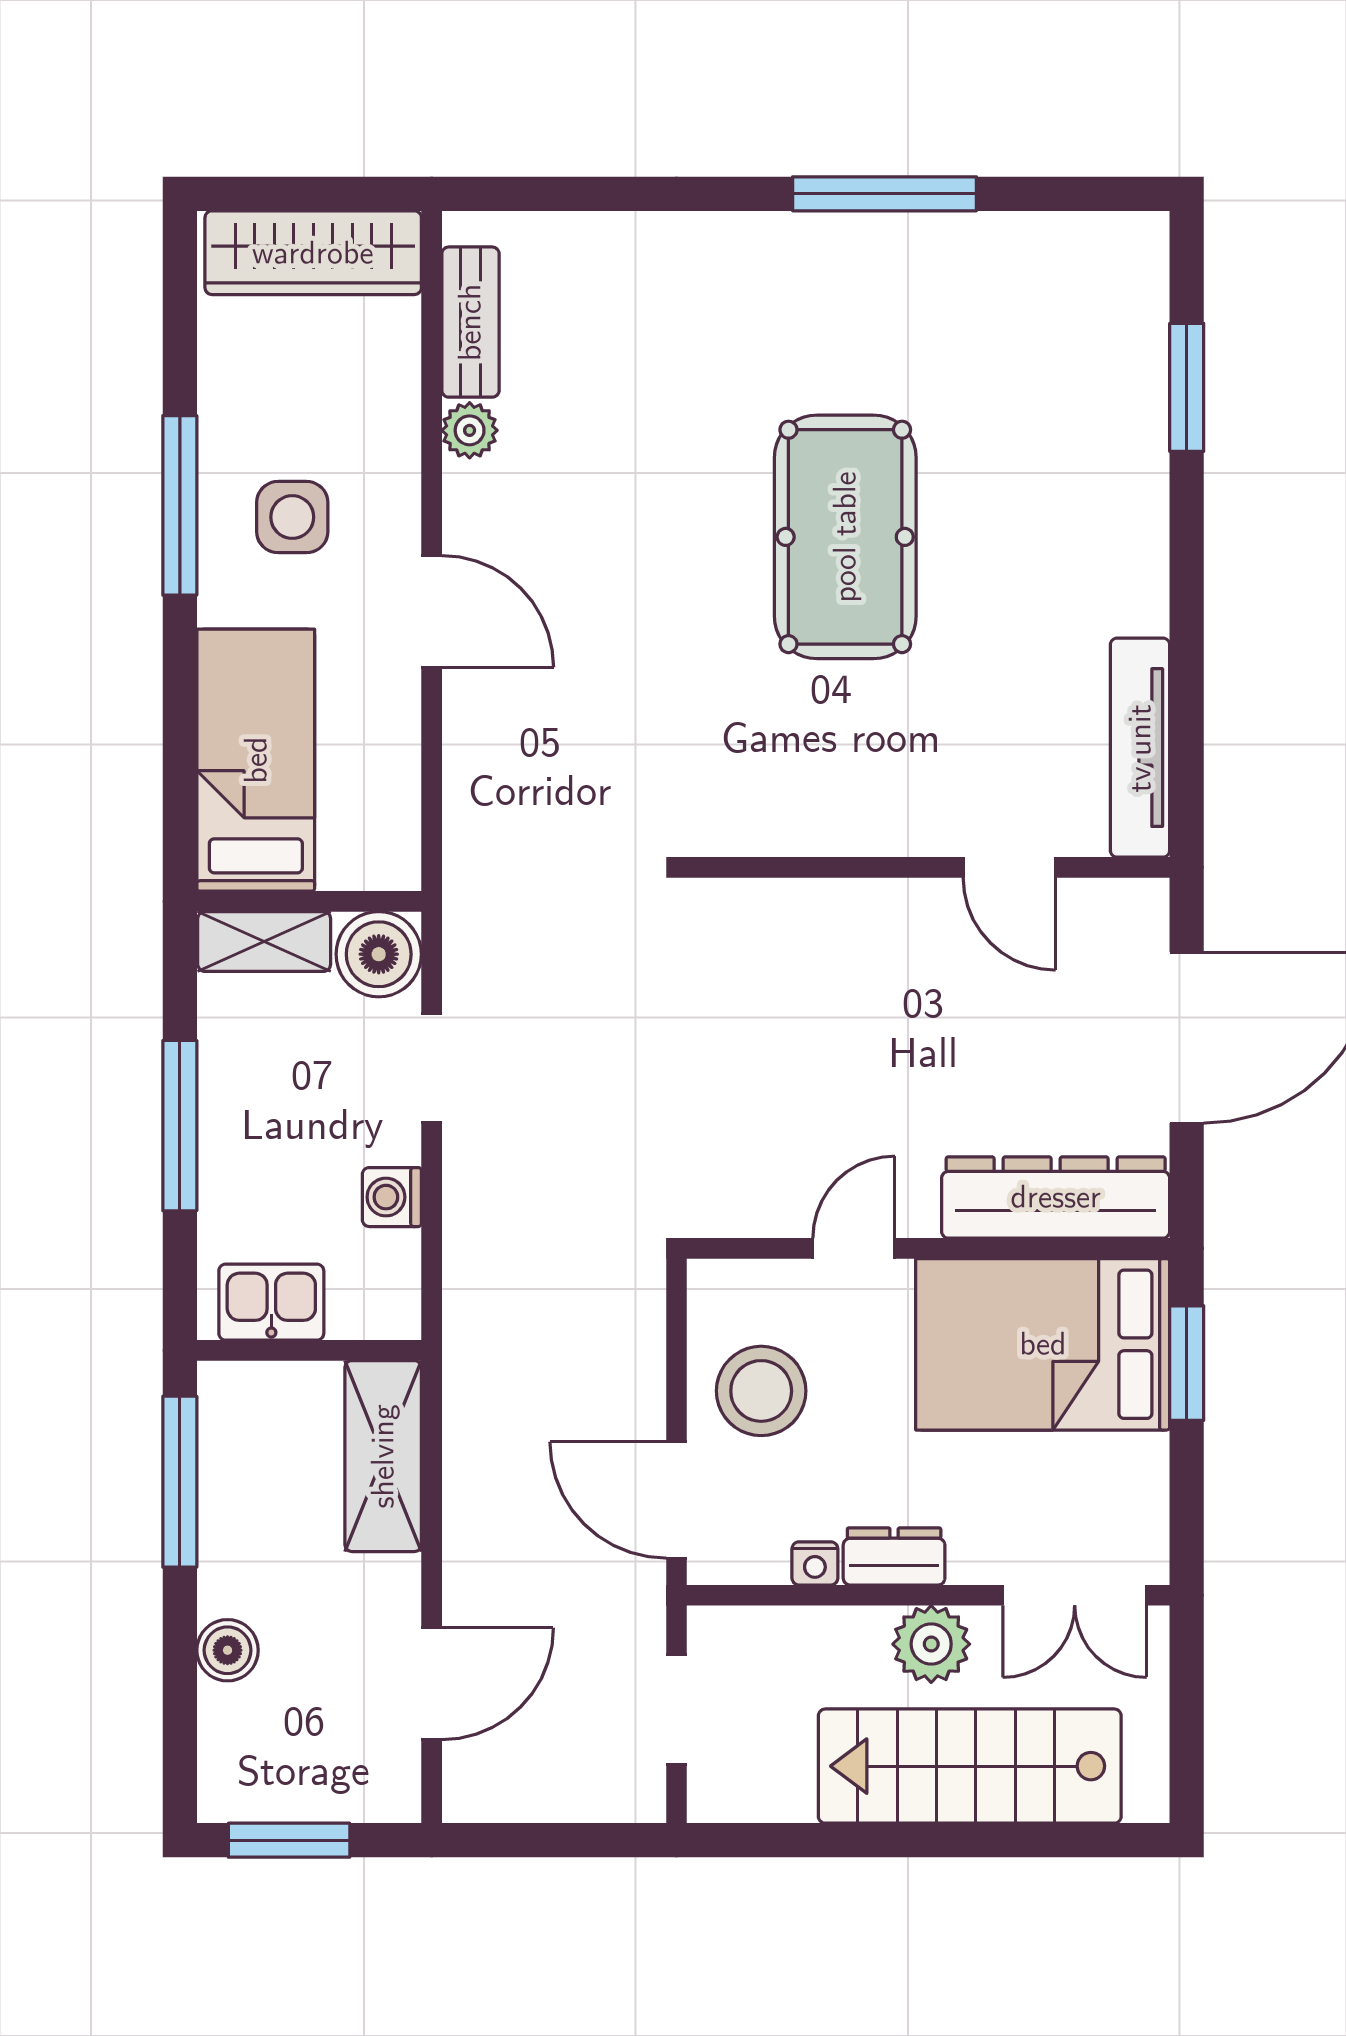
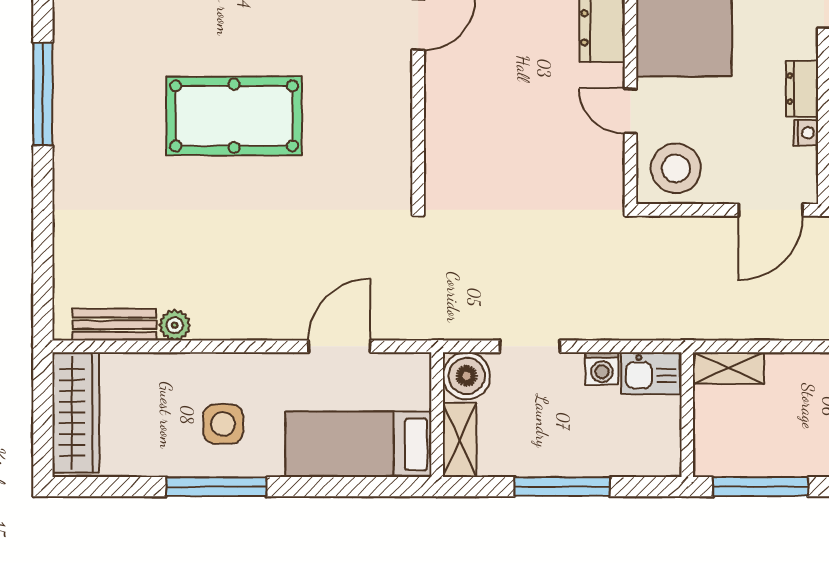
door: (432, 612) -> (339, 346), moved
kitchen sink: (271, 1302) -> (651, 373), moved, turned -90
stool: (761, 1391) -> (676, 168), moved
shelving: (383, 1456) -> (728, 368), width x0.67, depth x0.75

